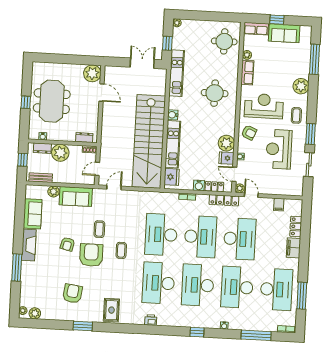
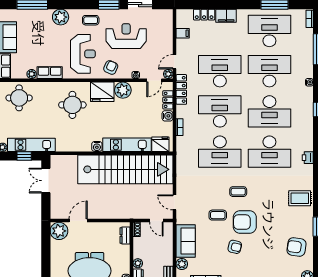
kitchen unit: (177, 73) -> (31, 145), moved
reception desk: (264, 106) -> (83, 54), turned 180
reception desk: (279, 149) -> (126, 36), turned 180
plant: (60, 153) -> (138, 263), width x0.53, depth x0.53
fridge: (226, 158) -> (102, 92), moved, width x1.88, depth x1.34
desk: (237, 287) -> (269, 71), turned 180
armchair: (72, 293) -> (296, 247), moved

